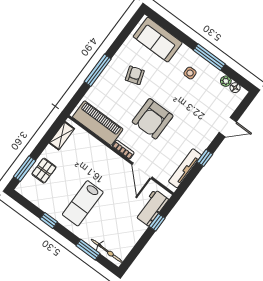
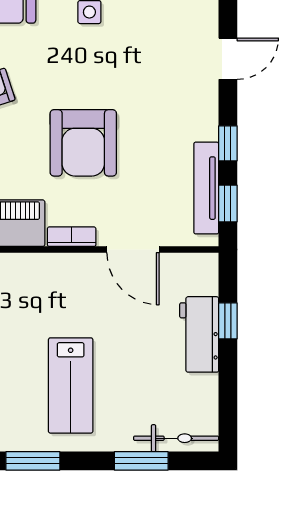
window: (189, 180) -> (228, 204), added
workbench: (152, 208) -> (199, 334), moved
window: (49, 220) -> (33, 461), width x1.50

